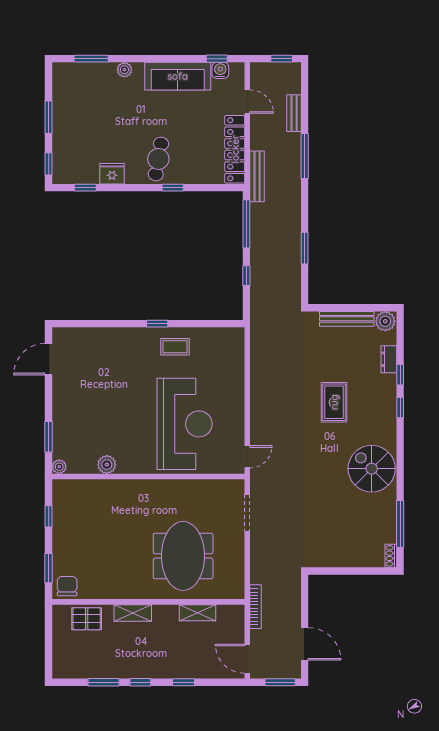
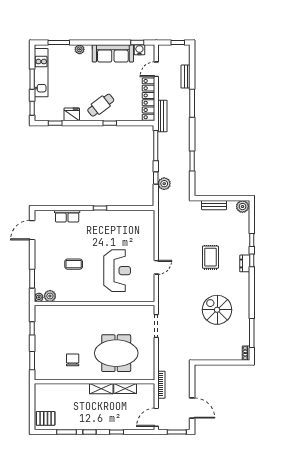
door: (247, 102) -> (156, 69), swing flipped
kitchen unit: (63, 107) -> (41, 73), added
cafe table: (158, 159) -> (101, 105), turned 43
plant: (260, 285) -> (164, 184), added
bench: (347, 319) -> (214, 205), width x0.73
row of seats: (104, 337) -> (67, 216), added
coffee table: (175, 347) -> (74, 264), moved
dresser: (389, 359) -> (245, 263), moved
reception desk: (185, 424) -> (117, 271), width x0.74, depth x0.77
door: (247, 457) -> (156, 267), moved
plant: (107, 465) -> (50, 296), moved
spiral stairs: (372, 469) -> (217, 310), moved
meeting table: (183, 556) -> (116, 353), turned 90
chair: (67, 586) -> (73, 360), moved
shelving: (133, 613) -> (101, 389), moved
pallet: (87, 619) -> (46, 418), moved
door: (247, 659) -> (156, 417), hinge flipped

